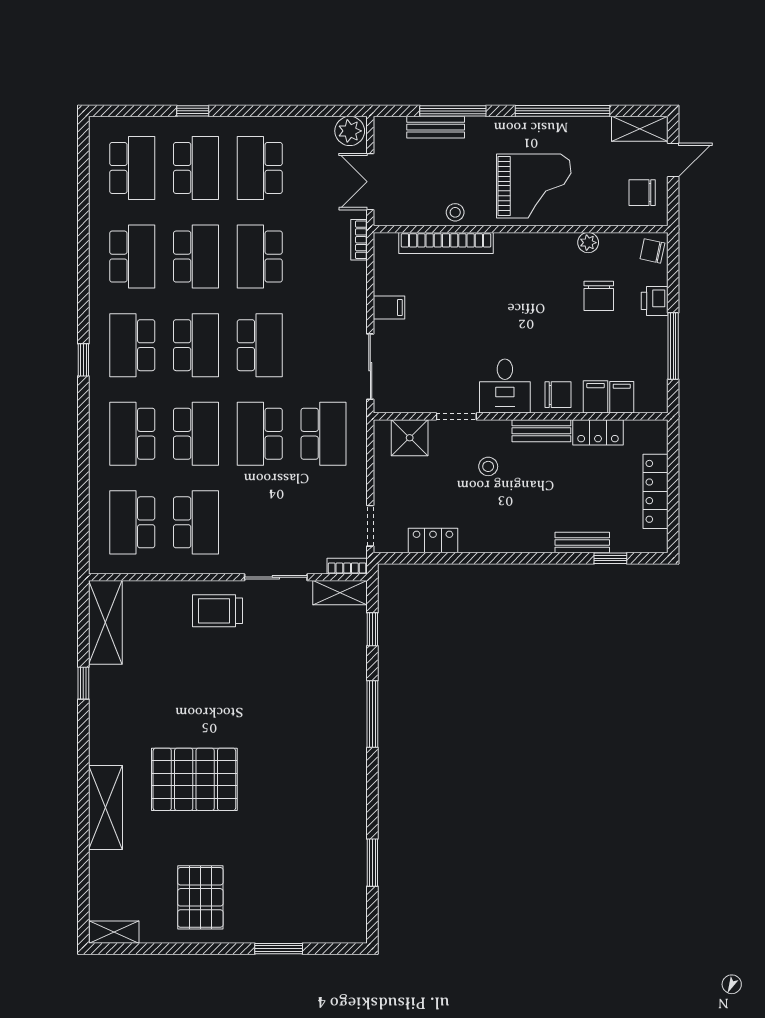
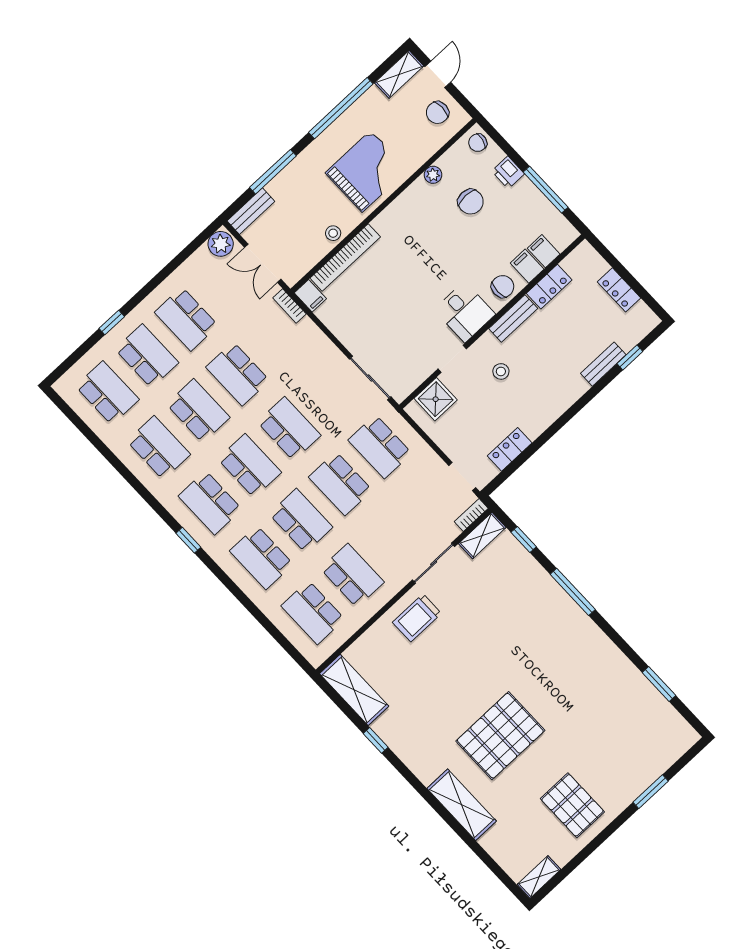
bench: (436, 127) -> (251, 211), moved
filing cabinet: (389, 308) -> (310, 296), moved, turned 90
school desk: (324, 434) -> (380, 447), turned 180
locker: (655, 491) -> (619, 290), width x0.66

